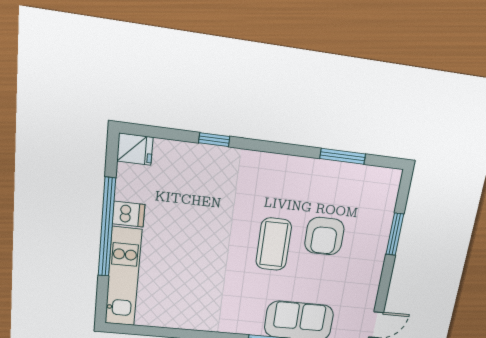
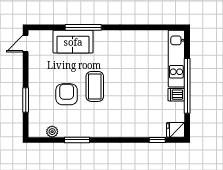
window: (214, 140) -> (157, 140), moved
window: (343, 156) -> (77, 140), moved
plant: (361, 174) -> (52, 132), added

